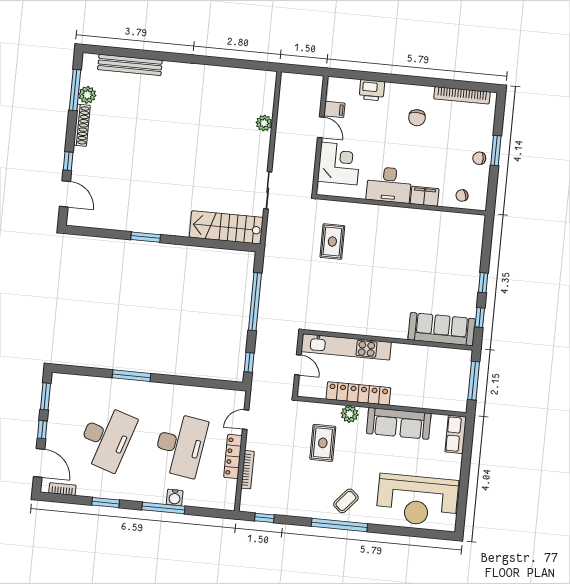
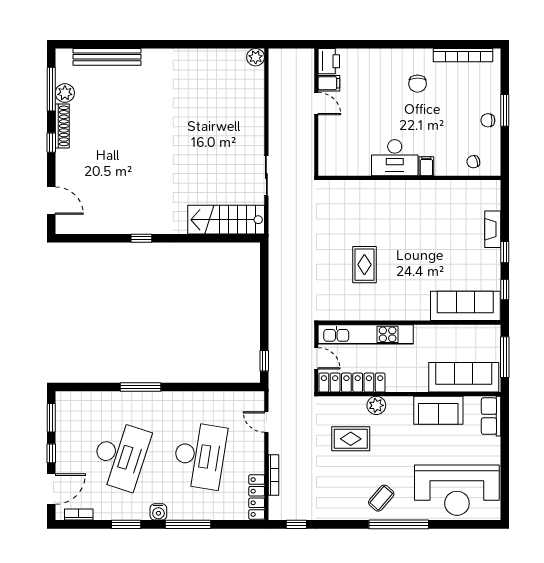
printer: (372, 90) -> (329, 61), moved, turned -90
plant: (264, 123) -> (256, 57), moved
window: (68, 161) -> (51, 143), moved
corner desk: (339, 163) -> (339, 140), removed
filing cabinet: (425, 196) -> (426, 166), width x0.50
window: (146, 237) -> (141, 238), width x0.67
rug: (332, 241) -> (364, 265), moved
fireplace: (474, 260) -> (493, 229), added
window: (255, 302) -> (264, 296), removed
locker: (358, 393) -> (352, 383), moved
sofa: (434, 396) -> (464, 377), added
door: (246, 420) -> (266, 422), hinge flipped
sofa: (399, 423) -> (438, 410), width x0.73
rug: (323, 443) -> (351, 439), turned 90
locker: (233, 456) -> (257, 497), moved
door: (39, 463) -> (51, 489), hinge flipped
water cooler: (175, 497) -> (158, 512), moved
window: (339, 525) -> (399, 524), moved

